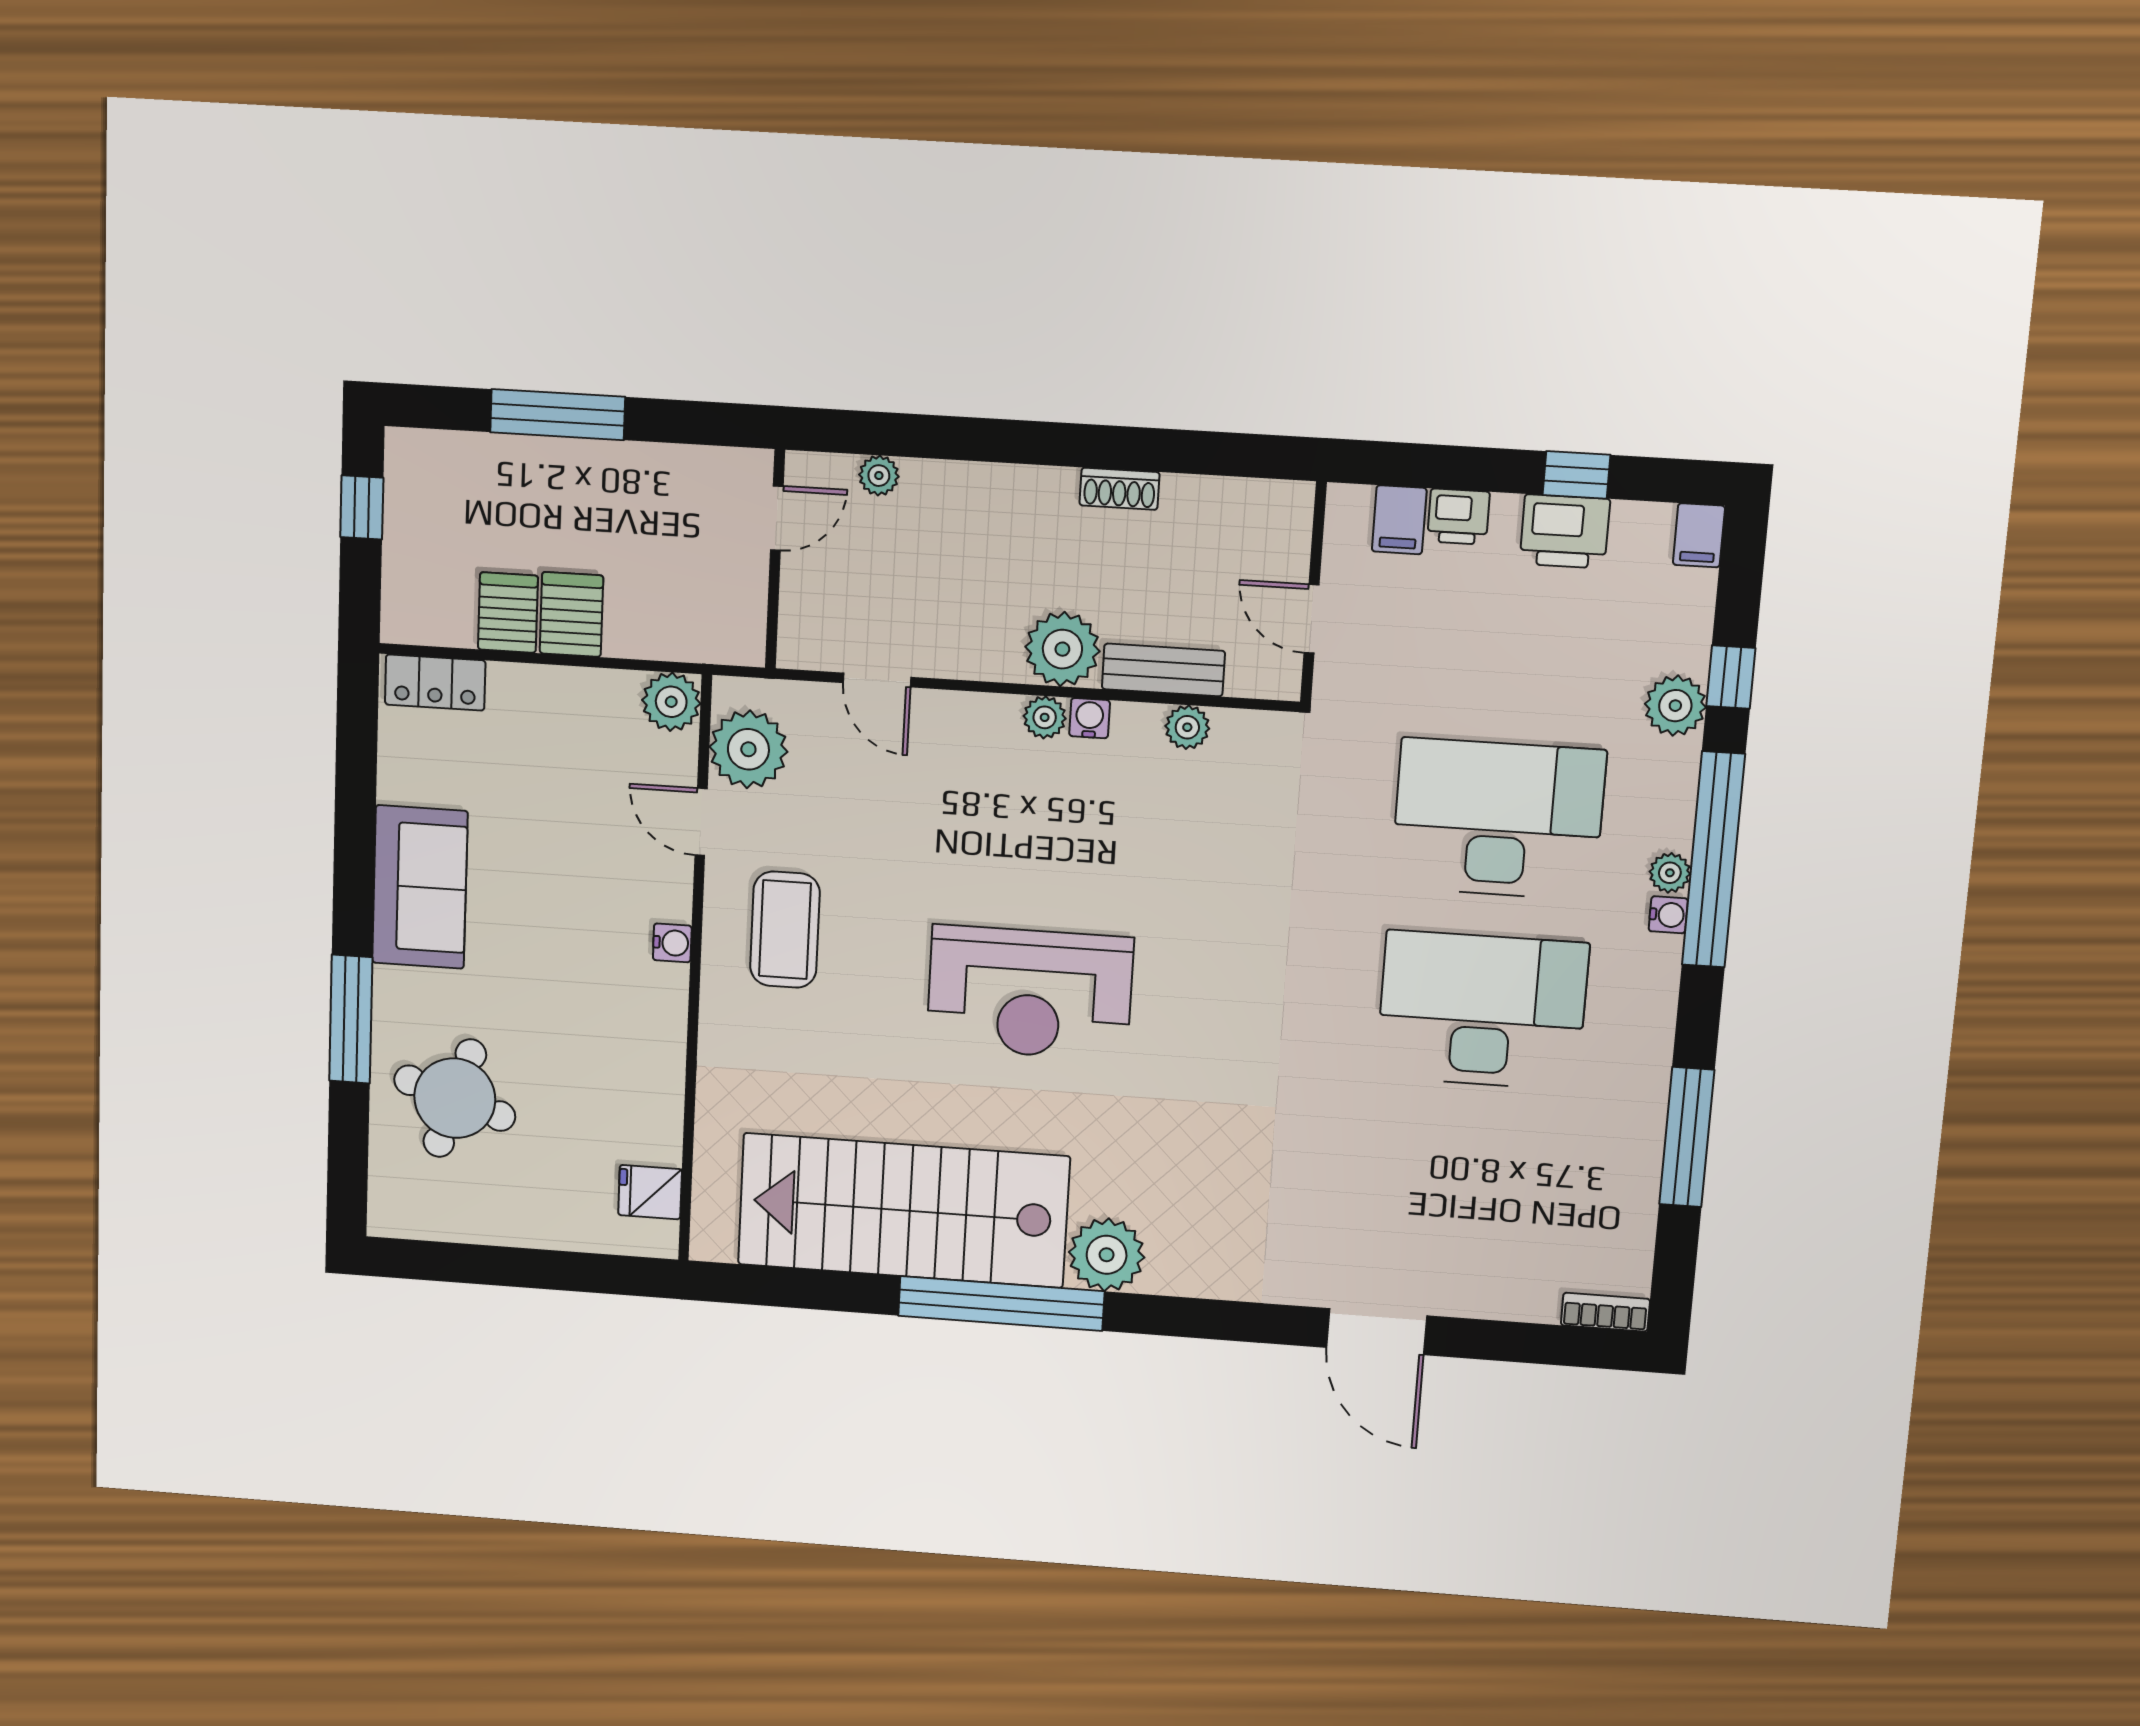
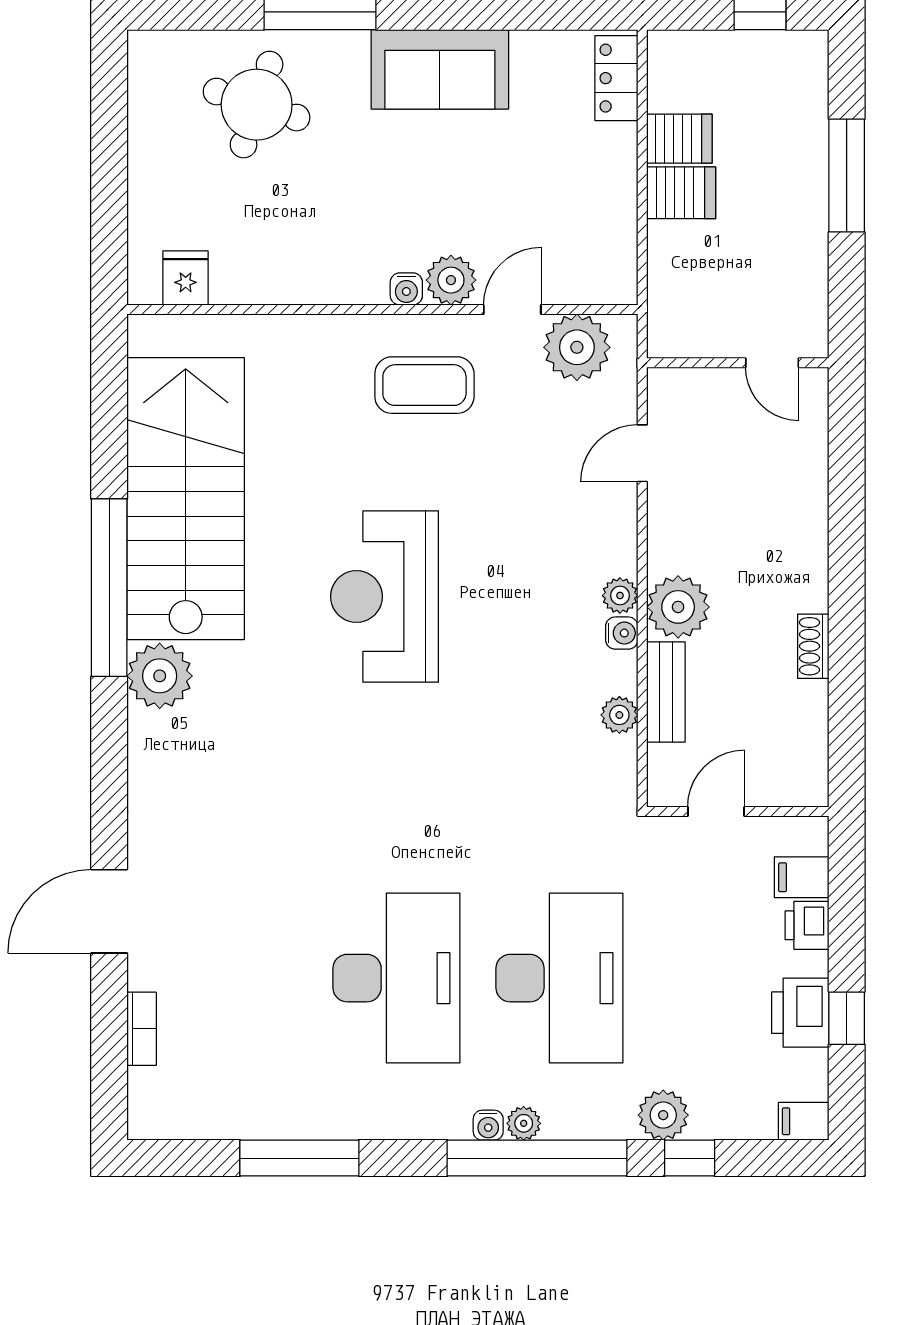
plant: (879, 476) -> (812, 446), removed
plant: (671, 702) -> (451, 280), moved
bookcase: (1605, 1312) -> (142, 1029), moved

